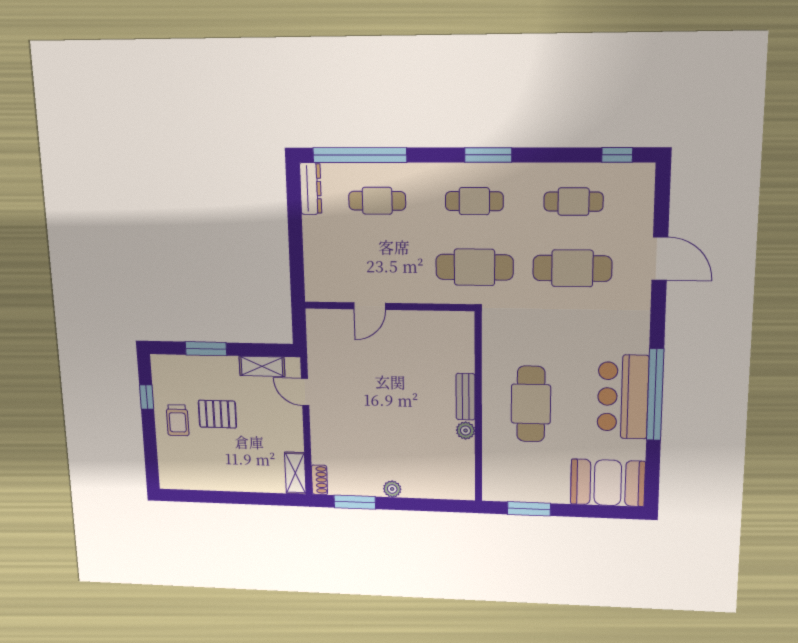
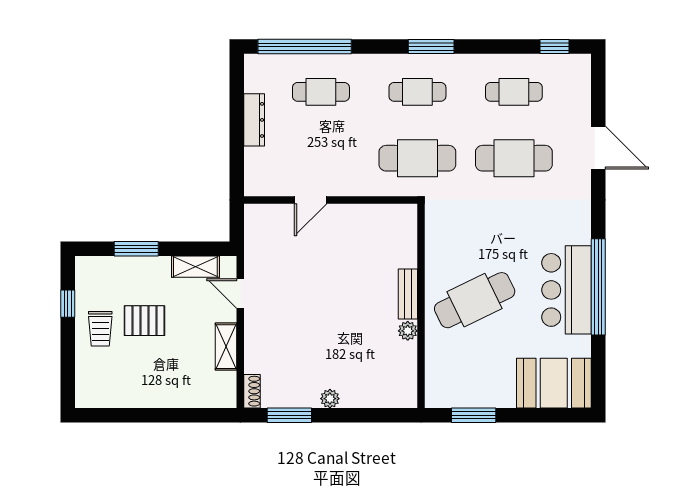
dresser: (311, 189) -> (254, 120), moved
cafe table: (531, 404) -> (475, 300), turned 64
shelving: (295, 473) -> (226, 347), moved

